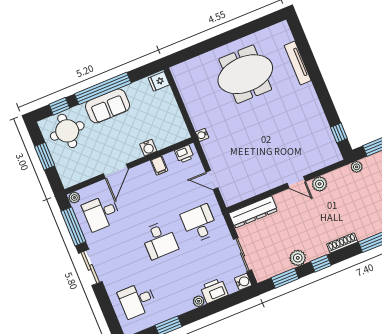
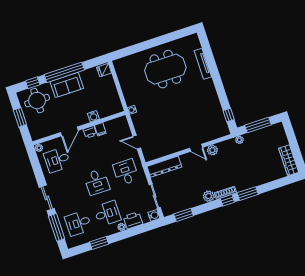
printer: (184, 154) -> (90, 132), moved
window: (73, 226) -> (57, 227), moved
plant: (298, 258) -> (209, 196), moved
window: (321, 263) -> (227, 200), moved
desk: (177, 284) -> (107, 214), added

